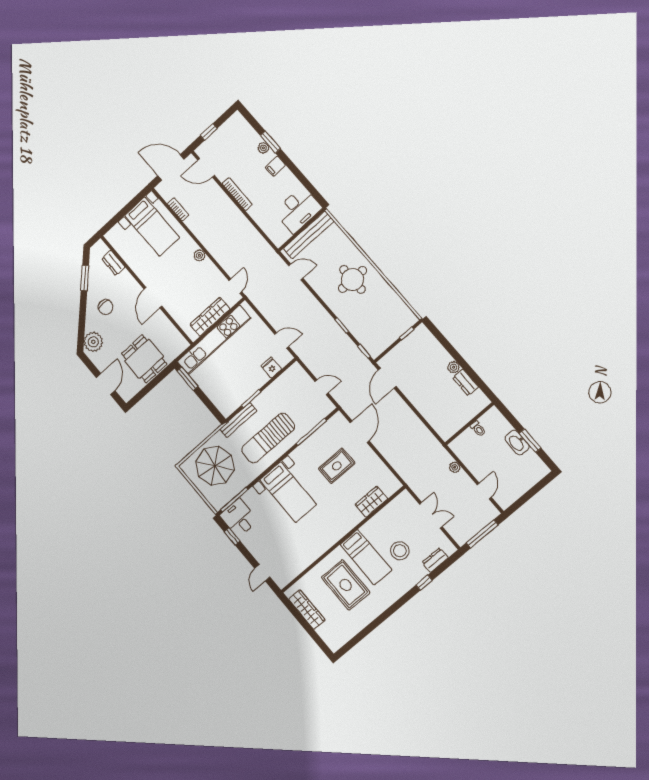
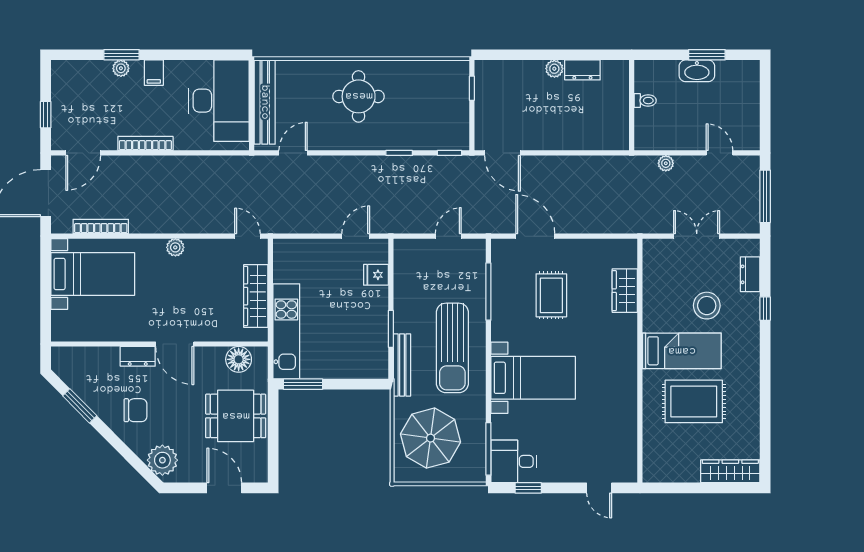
bookcase: (178, 209) -> (101, 226), width x1.56
desk: (298, 210) -> (219, 101), width x1.36, depth x1.30
dresser: (113, 263) -> (138, 356), moved
floor lamp: (172, 336) -> (239, 359), added
kitchen unit: (214, 340) -> (286, 331), width x0.73
wardrobe: (307, 610) -> (730, 471), moved

